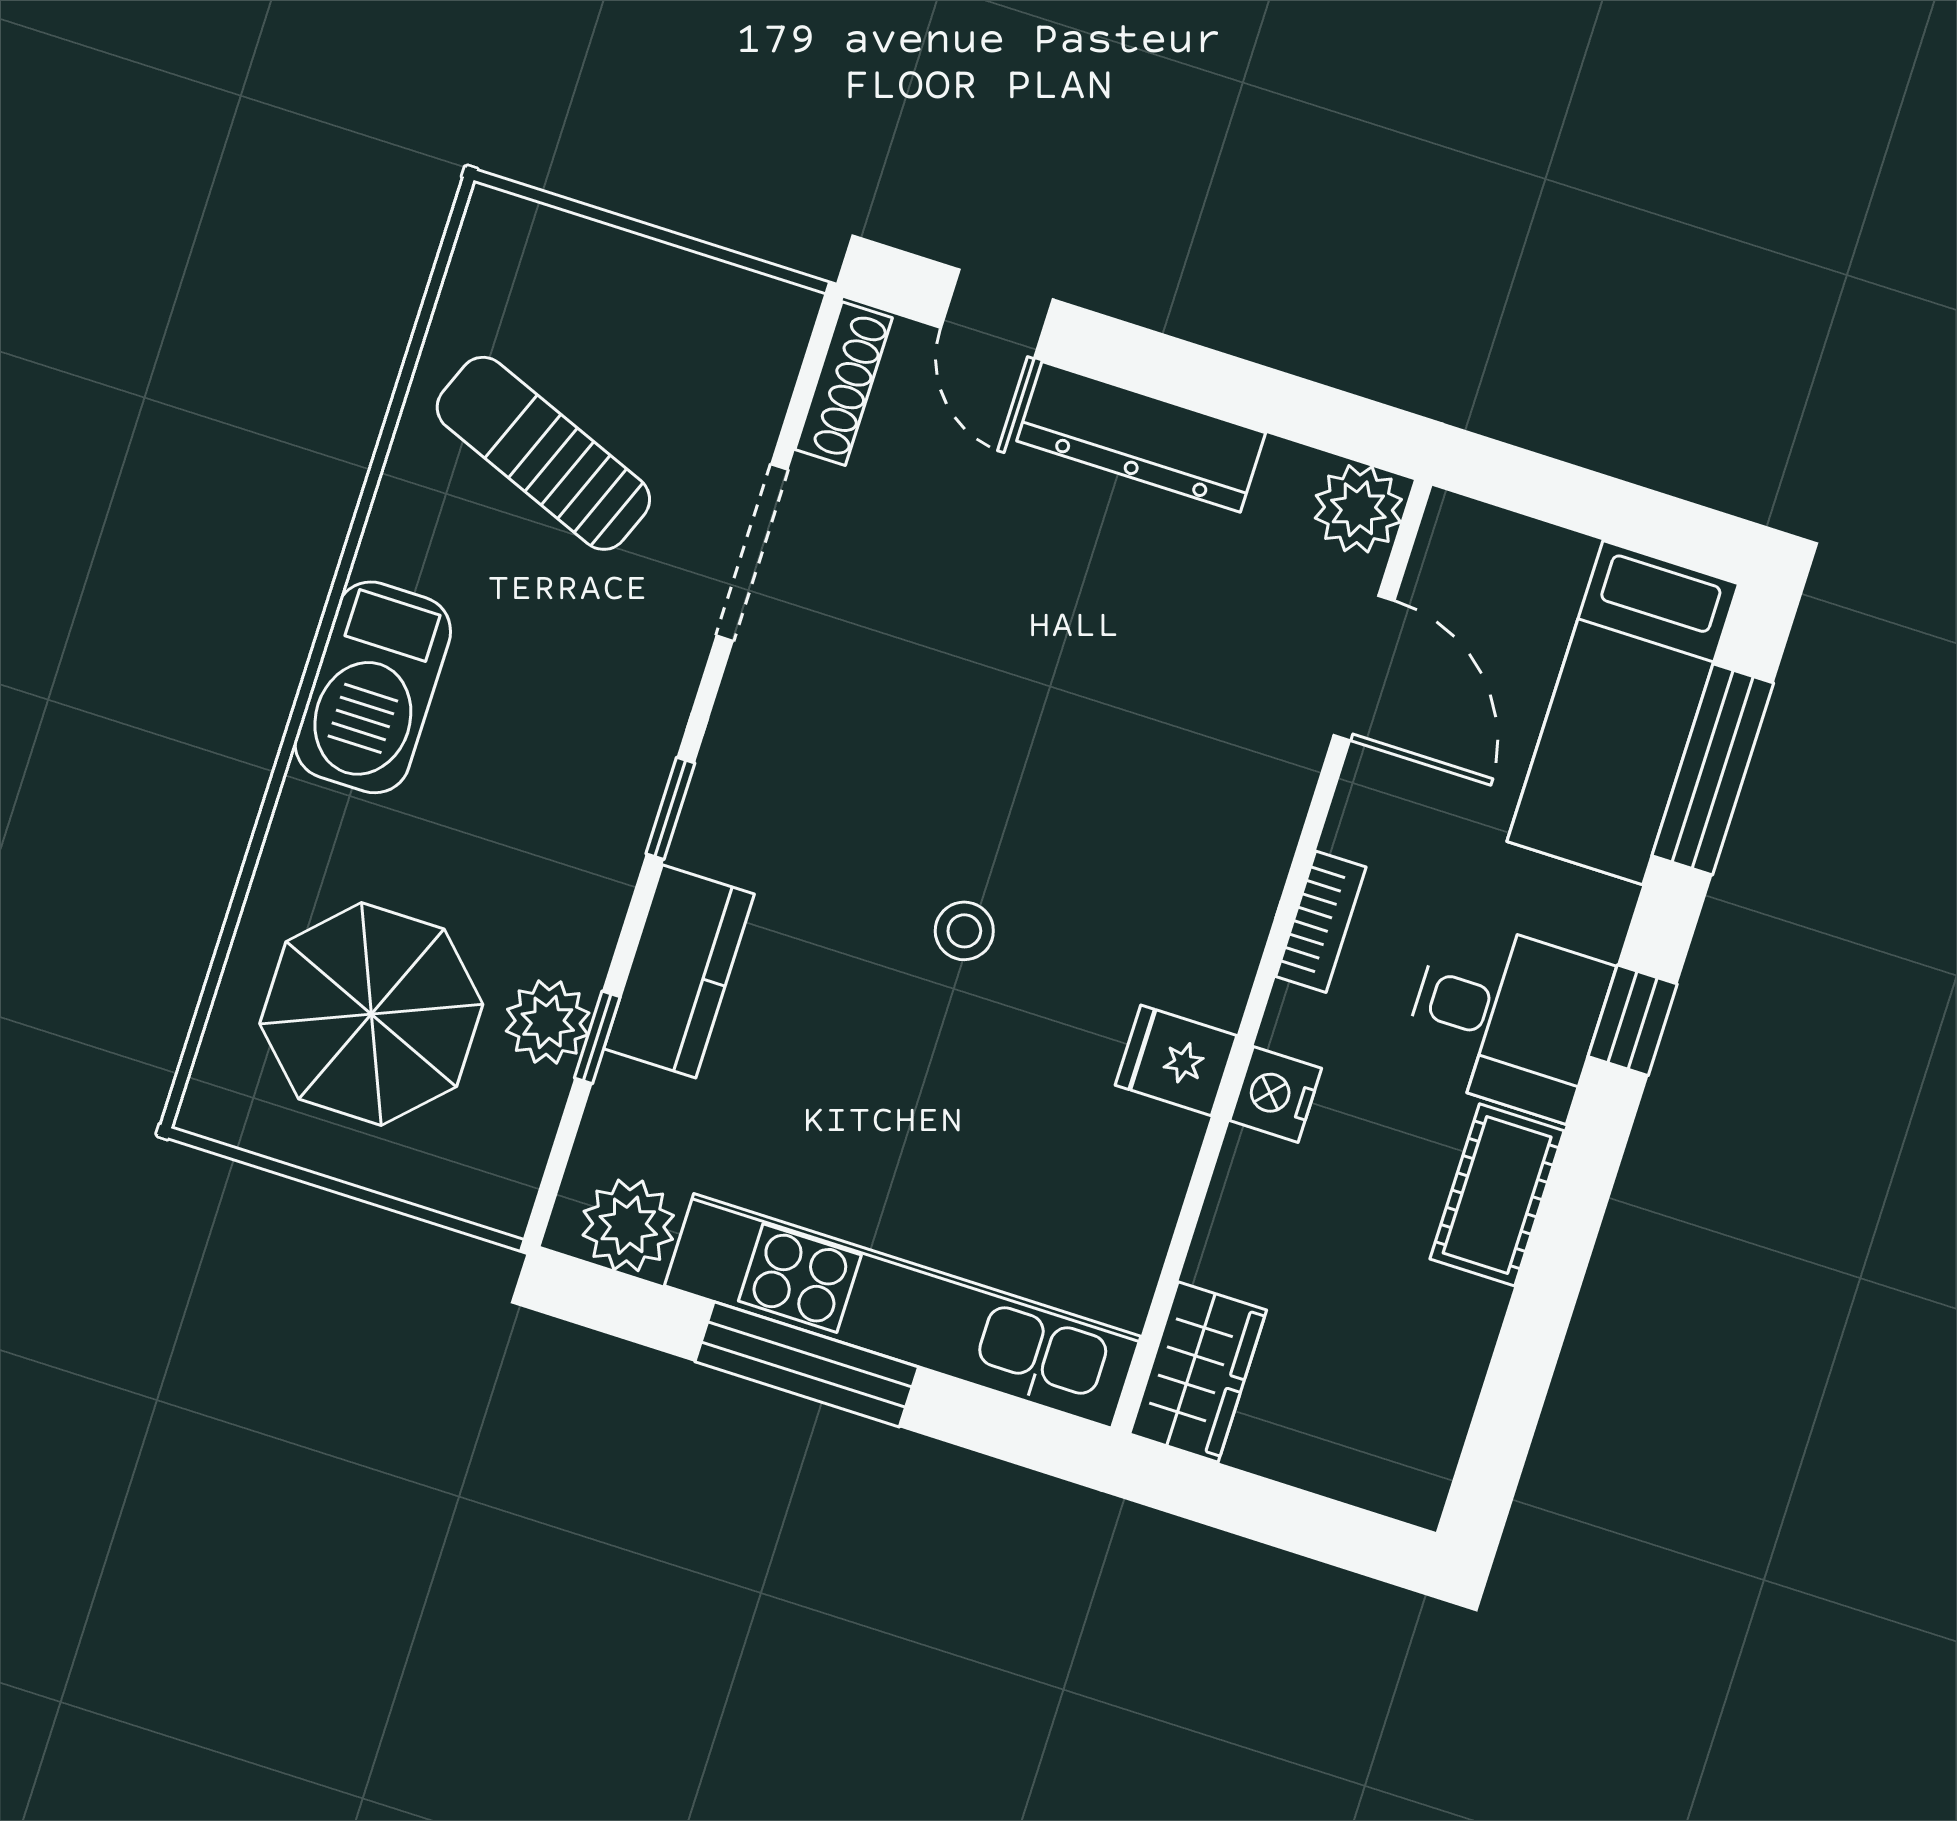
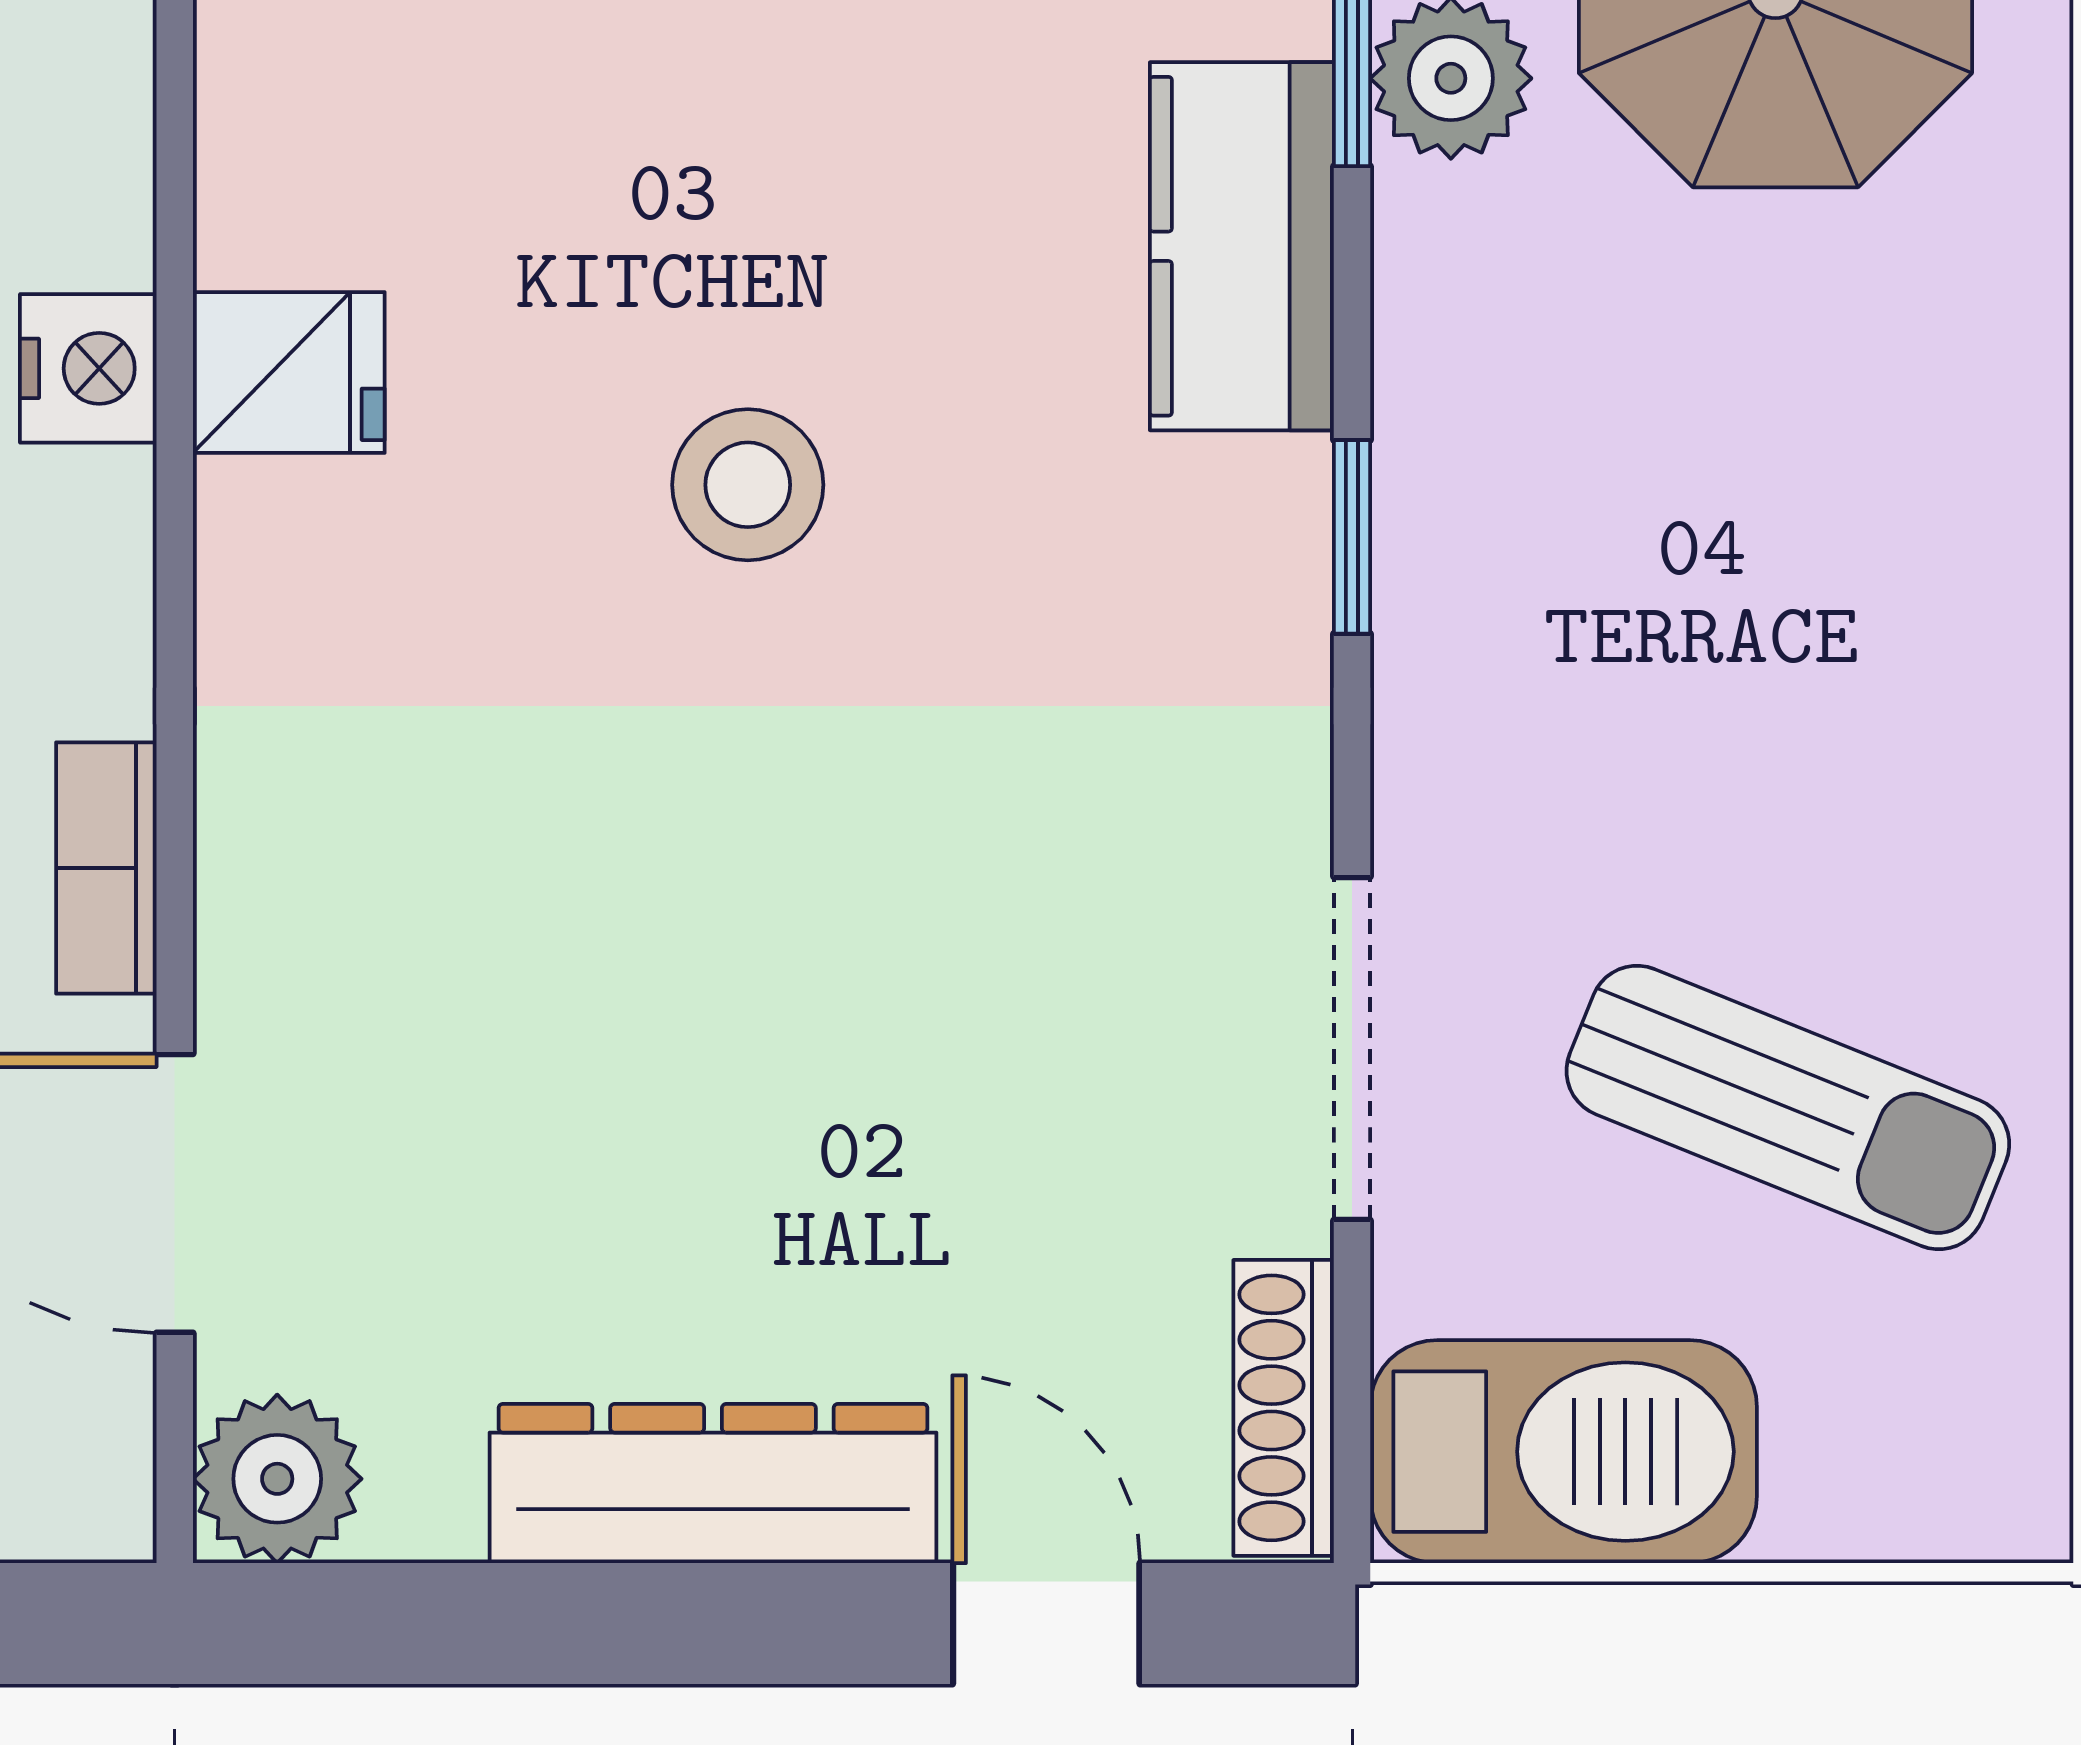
barbecue: (373, 687) -> (1564, 1452), moved, turned 90
bookcase: (1321, 922) -> (106, 868), moved
stool: (964, 931) -> (748, 485), width x1.37, depth x1.37

